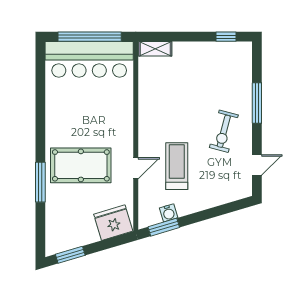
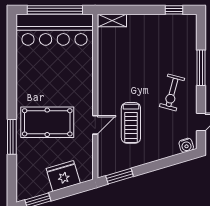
treadmill: (177, 166) -> (131, 123), turned 180
water cooler: (169, 213) -> (186, 145), moved
fridge: (113, 223) -> (63, 176), moved

